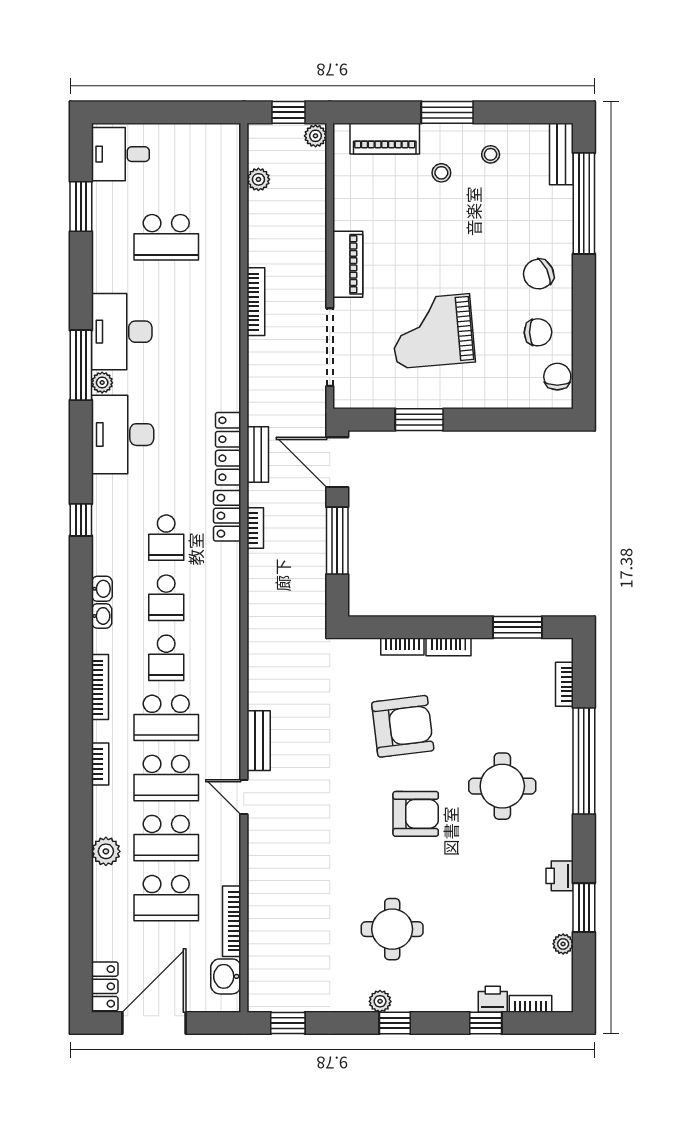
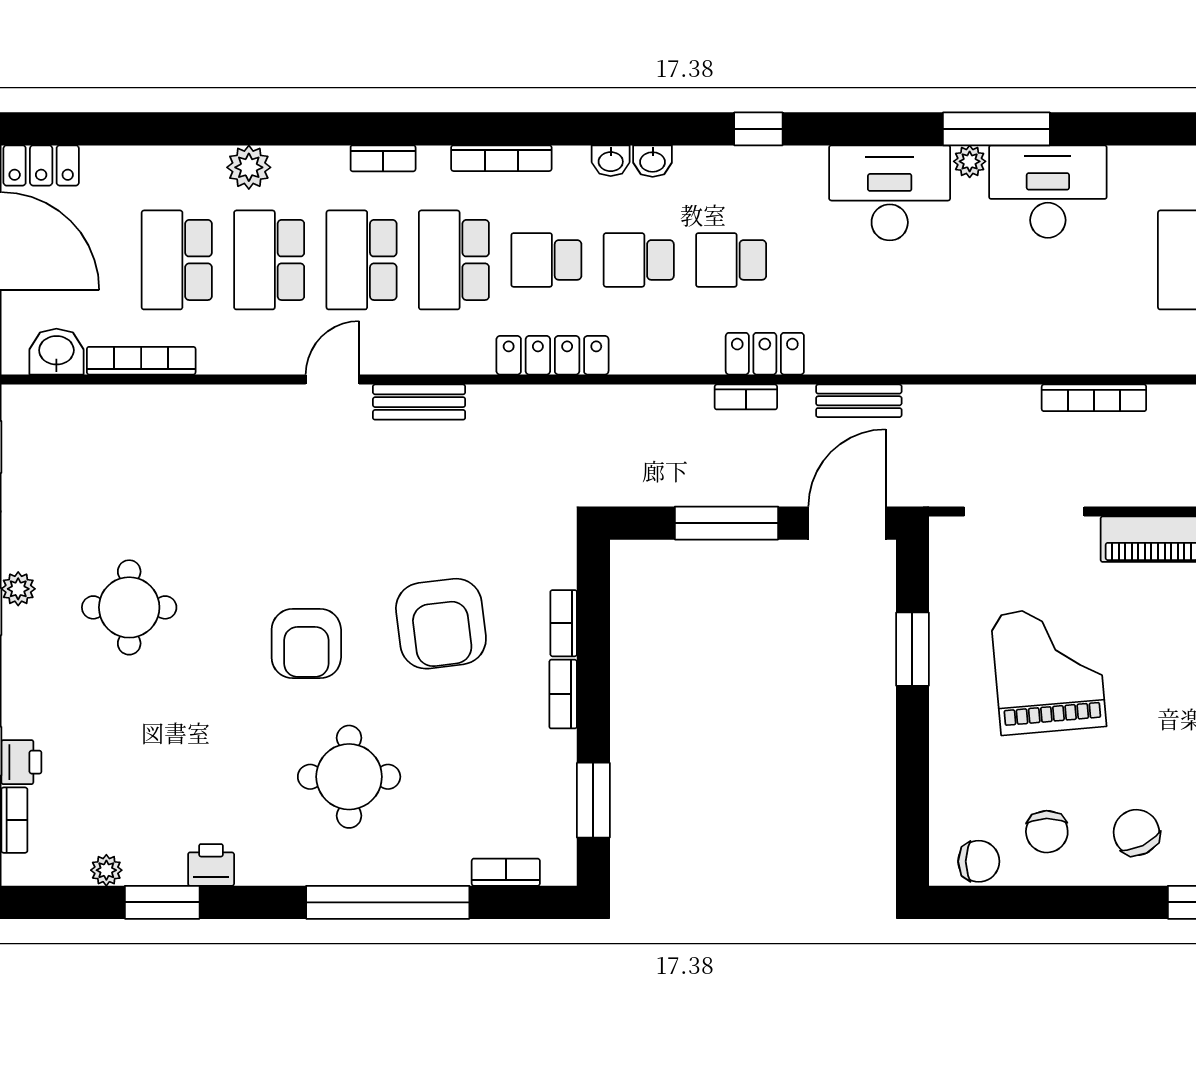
locker: (228, 449) -> (552, 355), moved

